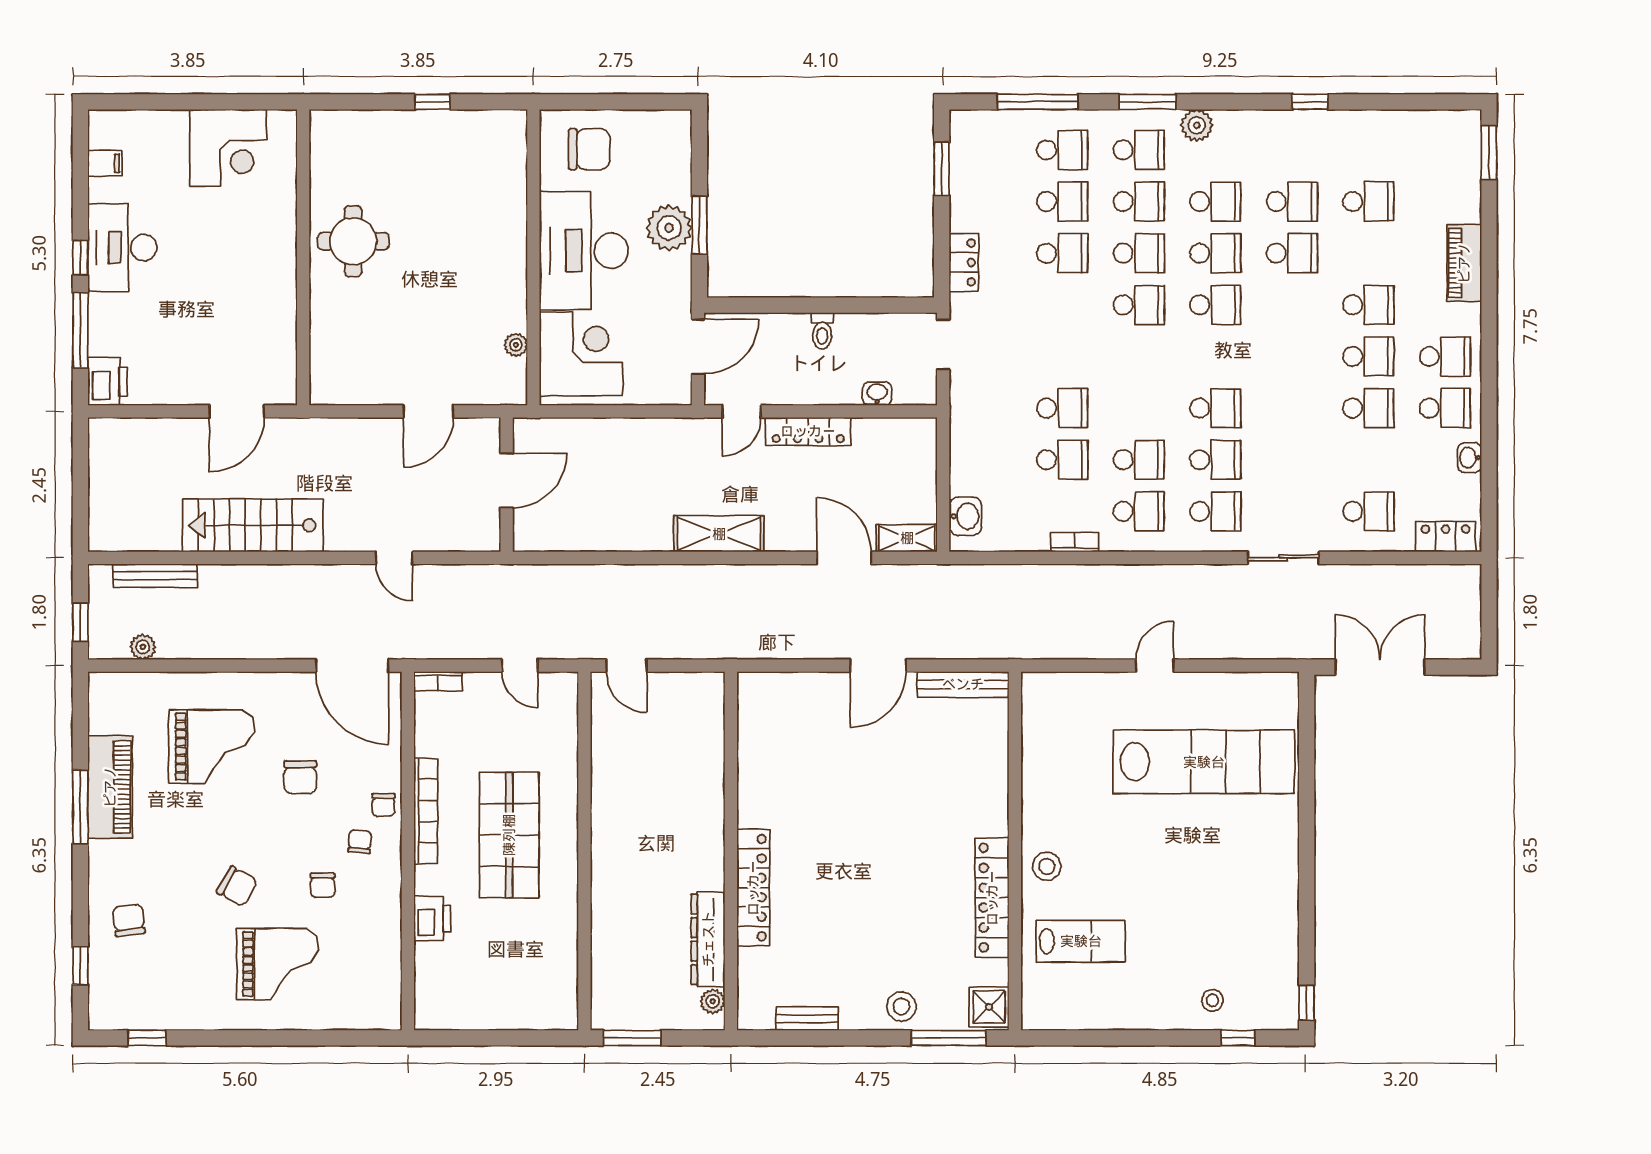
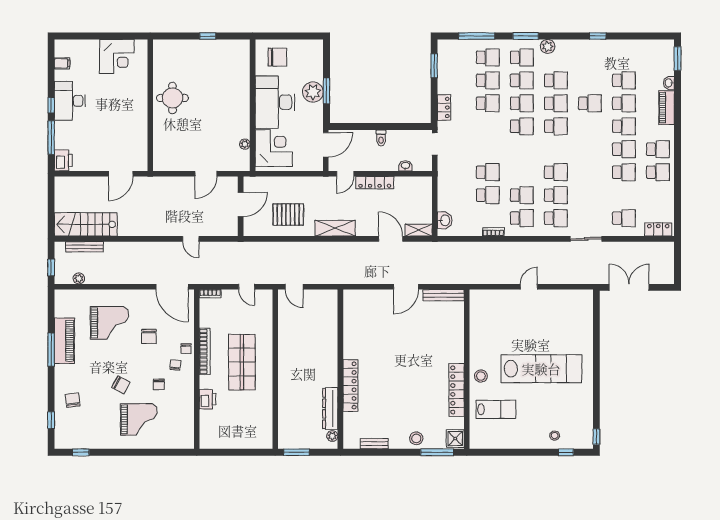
school desk: (1292, 202) -> (624, 103), moved
washbasin: (1470, 458) -> (669, 83), moved
pallet: (614, 503) -> (288, 215), added
stairs: (253, 525) -> (86, 224), moved
lab bench: (1204, 762) -> (541, 369), moved

